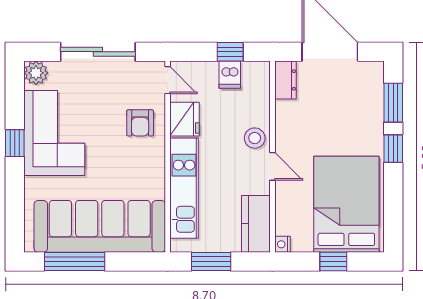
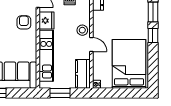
armchair: (140, 123) -> (24, 22), turned 180
window: (333, 262) -> (122, 93), removed

